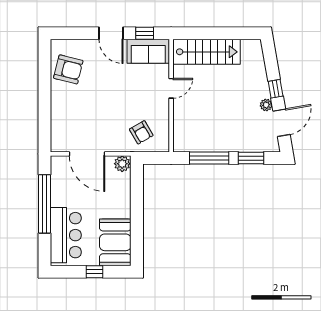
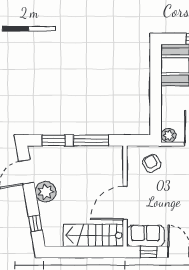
door: (171, 88) -> (125, 203), width x1.88
window: (276, 89) -> (35, 223), moved
plant: (266, 105) -> (46, 192), width x1.87, depth x1.87

